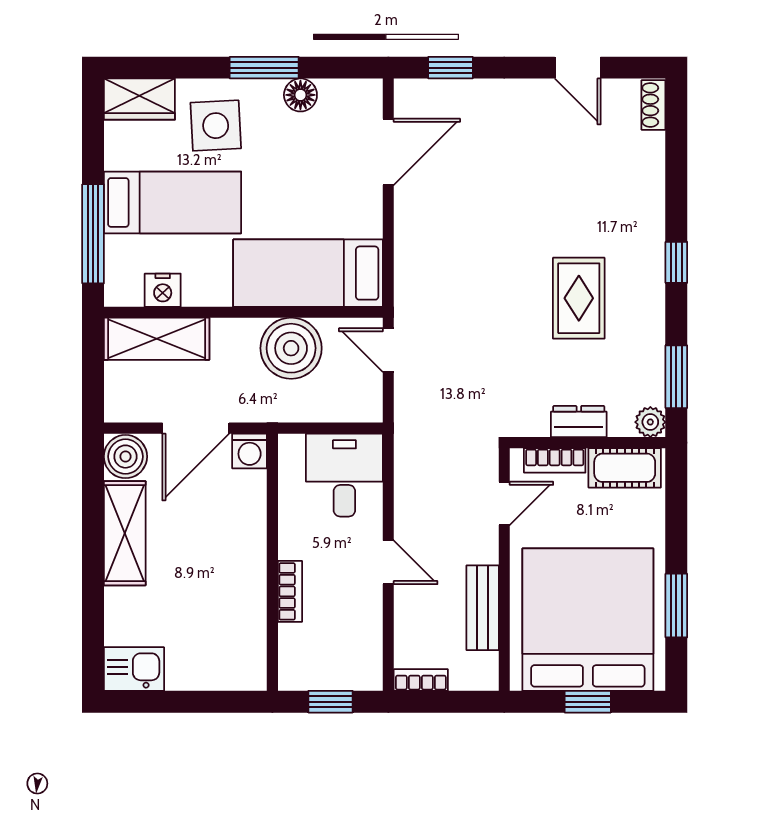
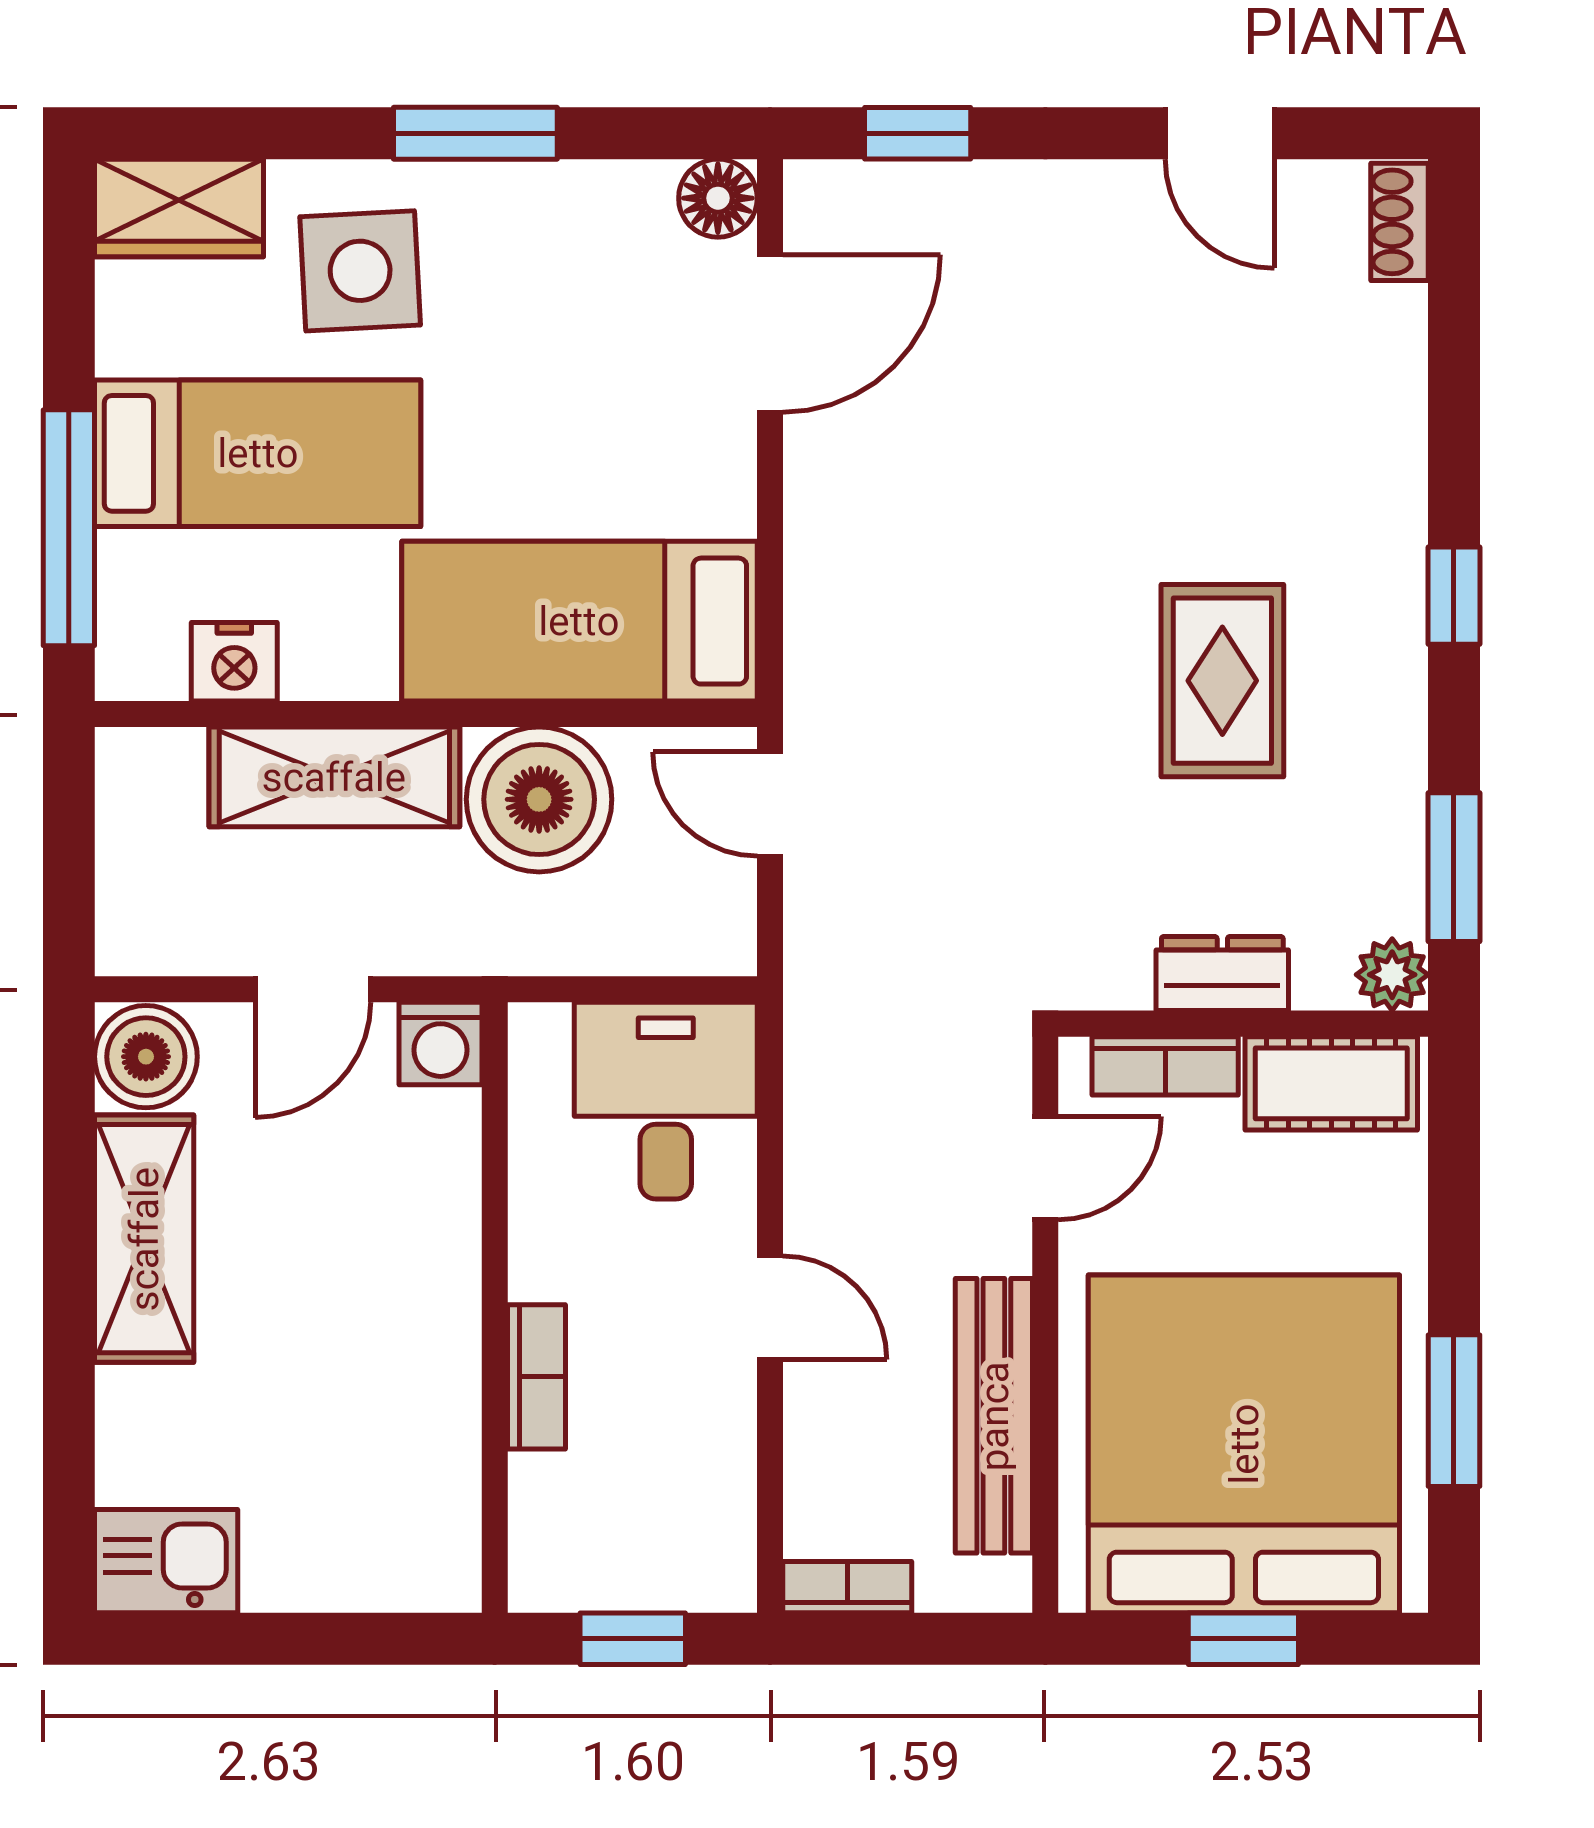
floor lamp: (300, 95) -> (718, 198), moved
shelving: (157, 339) -> (334, 777), moved
door: (196, 428) -> (313, 989), width x0.73
bench: (483, 608) -> (994, 1416), width x1.36

